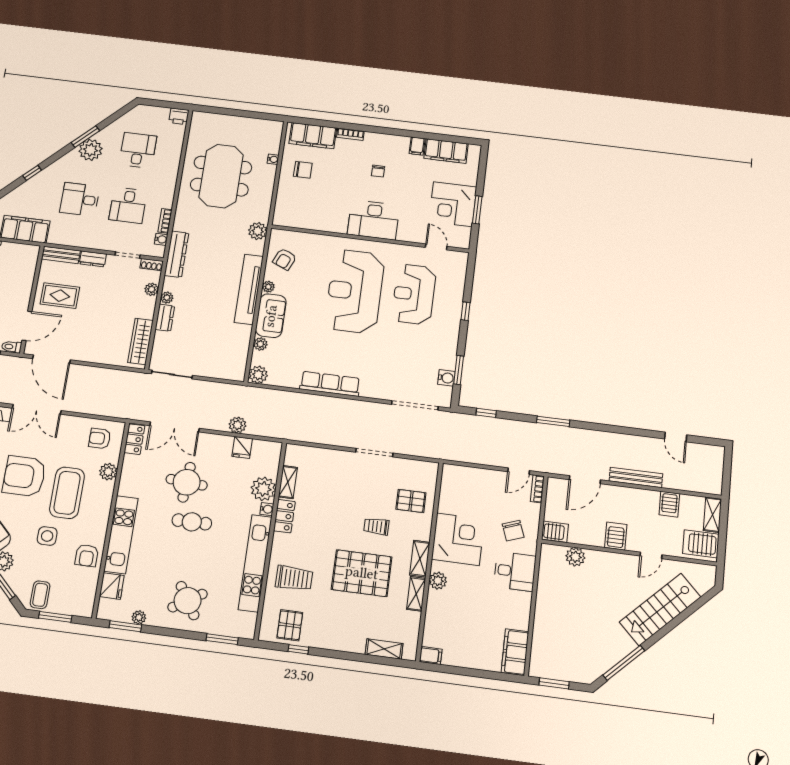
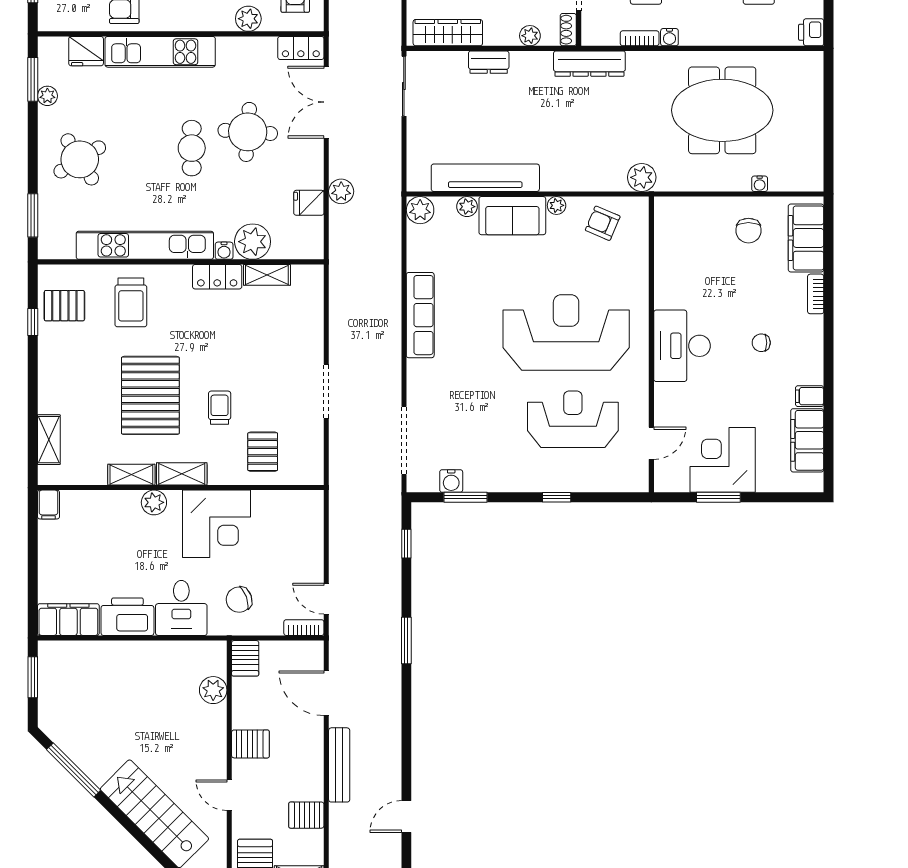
water cooler: (161, 239) -> (669, 37), moved
tv unit: (249, 289) -> (485, 178), moved
plant: (167, 298) -> (520, 60), removed
printer: (517, 610) -> (127, 617), added

